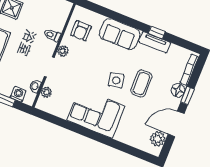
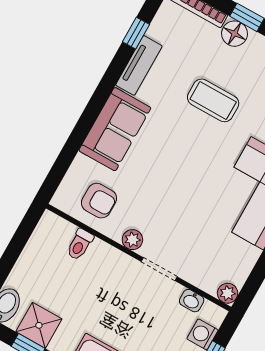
window: (157, 33) -> (136, 33), moved
toilet: (52, 35) -> (80, 244), moved
side table: (116, 80) -> (201, 147), removed
plant: (46, 92) -> (228, 293), moved

